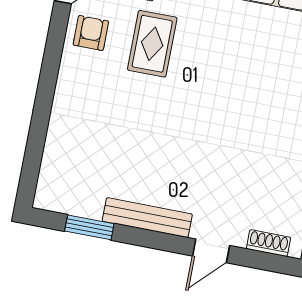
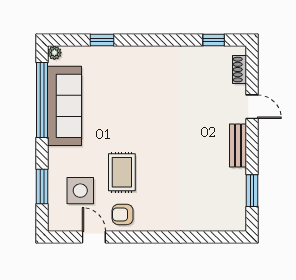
rug: (152, 44) -> (122, 172), turned 90
bench: (147, 218) -> (238, 145), width x0.73

